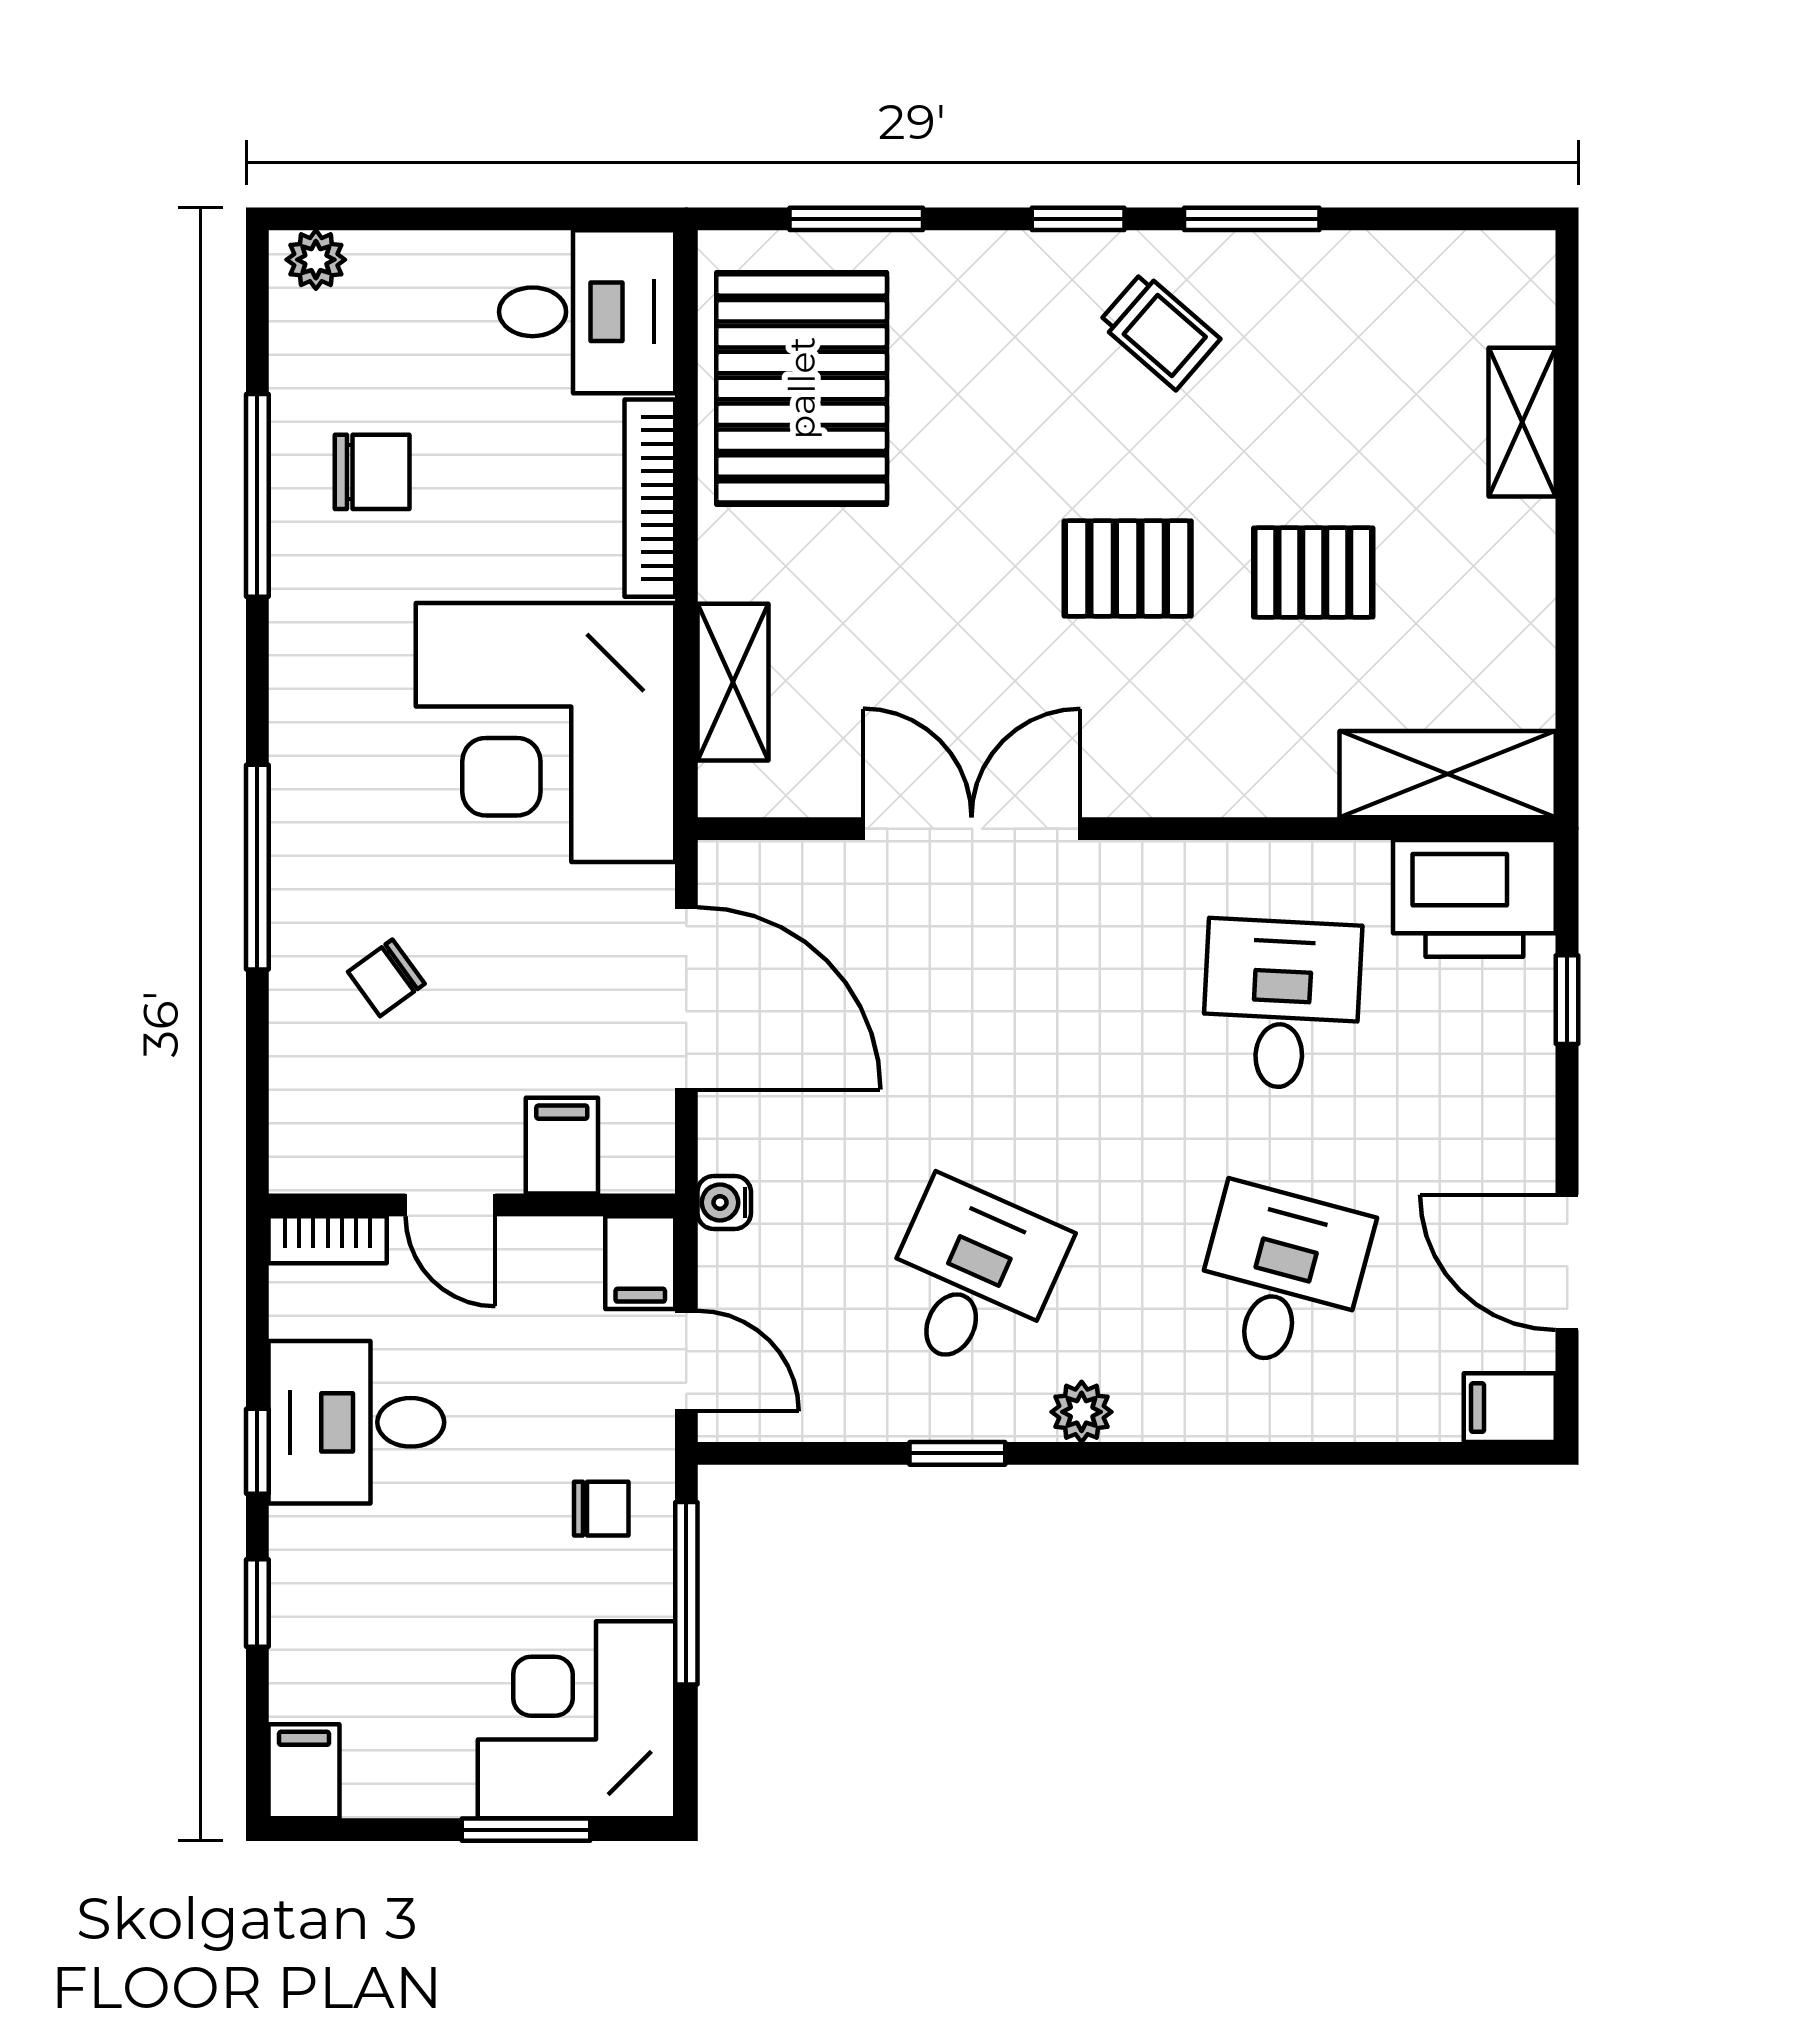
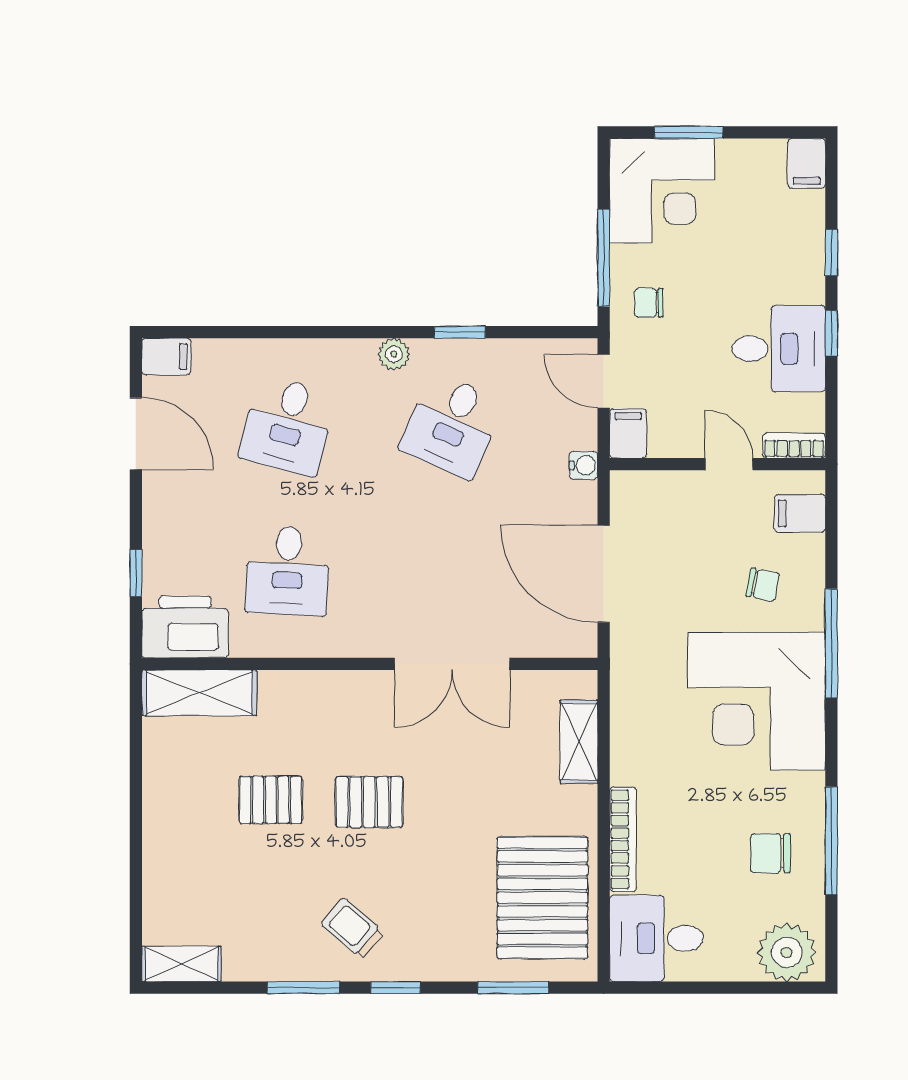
plant: (316, 260) -> (787, 952), width x1.87, depth x1.87
shelving: (1522, 422) -> (182, 964), moved, turned 90
corner desk: (545, 733) -> (757, 701), moved, turned 180
chair: (386, 978) -> (763, 585), turned 47
filing cabinet: (562, 1146) -> (800, 513), moved, turned 90

